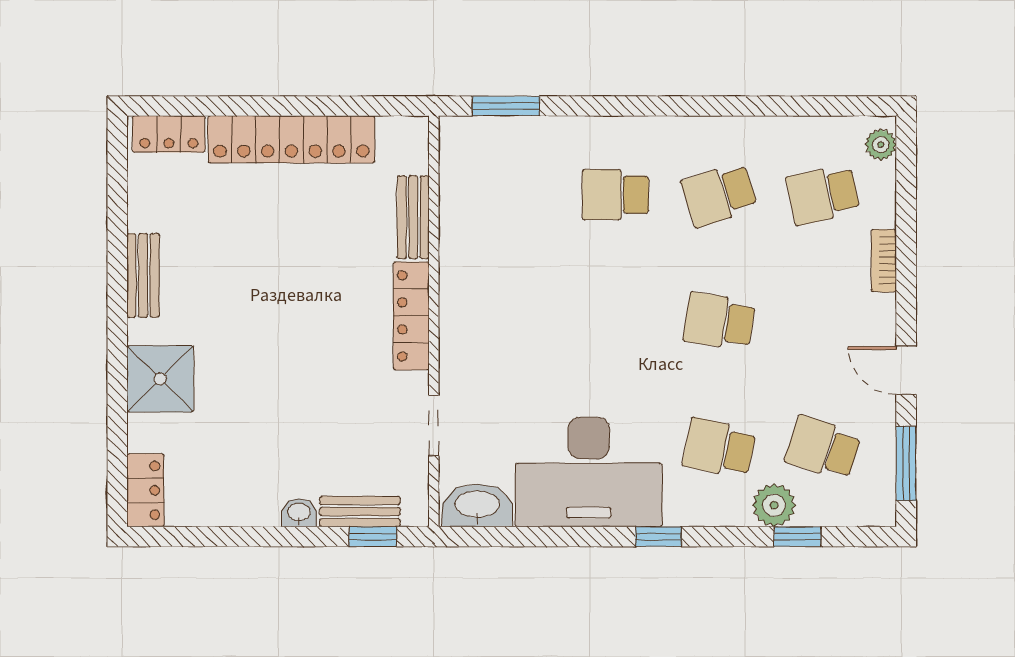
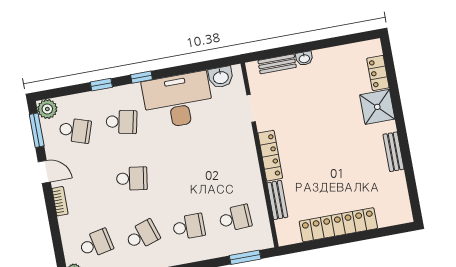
locker: (169, 134) -> (394, 217), removed
school desk: (512, 195) -> (235, 218), added
bookcase: (884, 261) -> (60, 201), moved
locker: (145, 490) -> (378, 73), moved
washbasin: (477, 505) -> (221, 77), width x0.72
plant: (774, 505) -> (47, 109), moved
window: (373, 537) -> (269, 54), removed
window: (797, 537) -> (101, 85), moved

